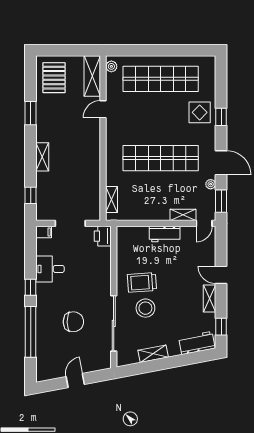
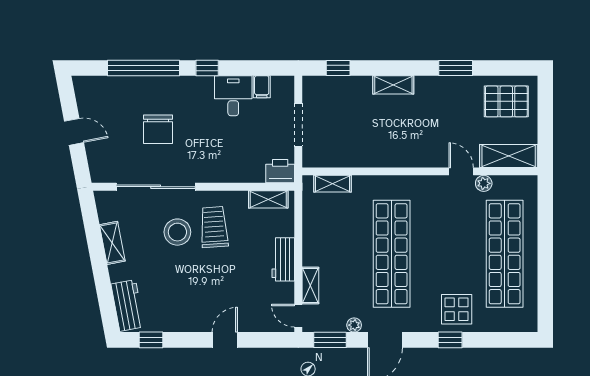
plant: (111, 66) -> (484, 183), moved
filing cabinet: (44, 232) -> (262, 87), moved
shelving: (210, 299) -> (268, 199), moved

